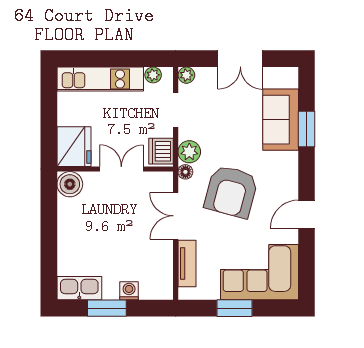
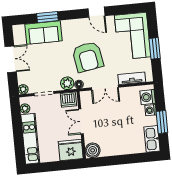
armchair: (231, 191) -> (88, 57), turned 65
washing machine: (152, 288) -> (148, 97), added

